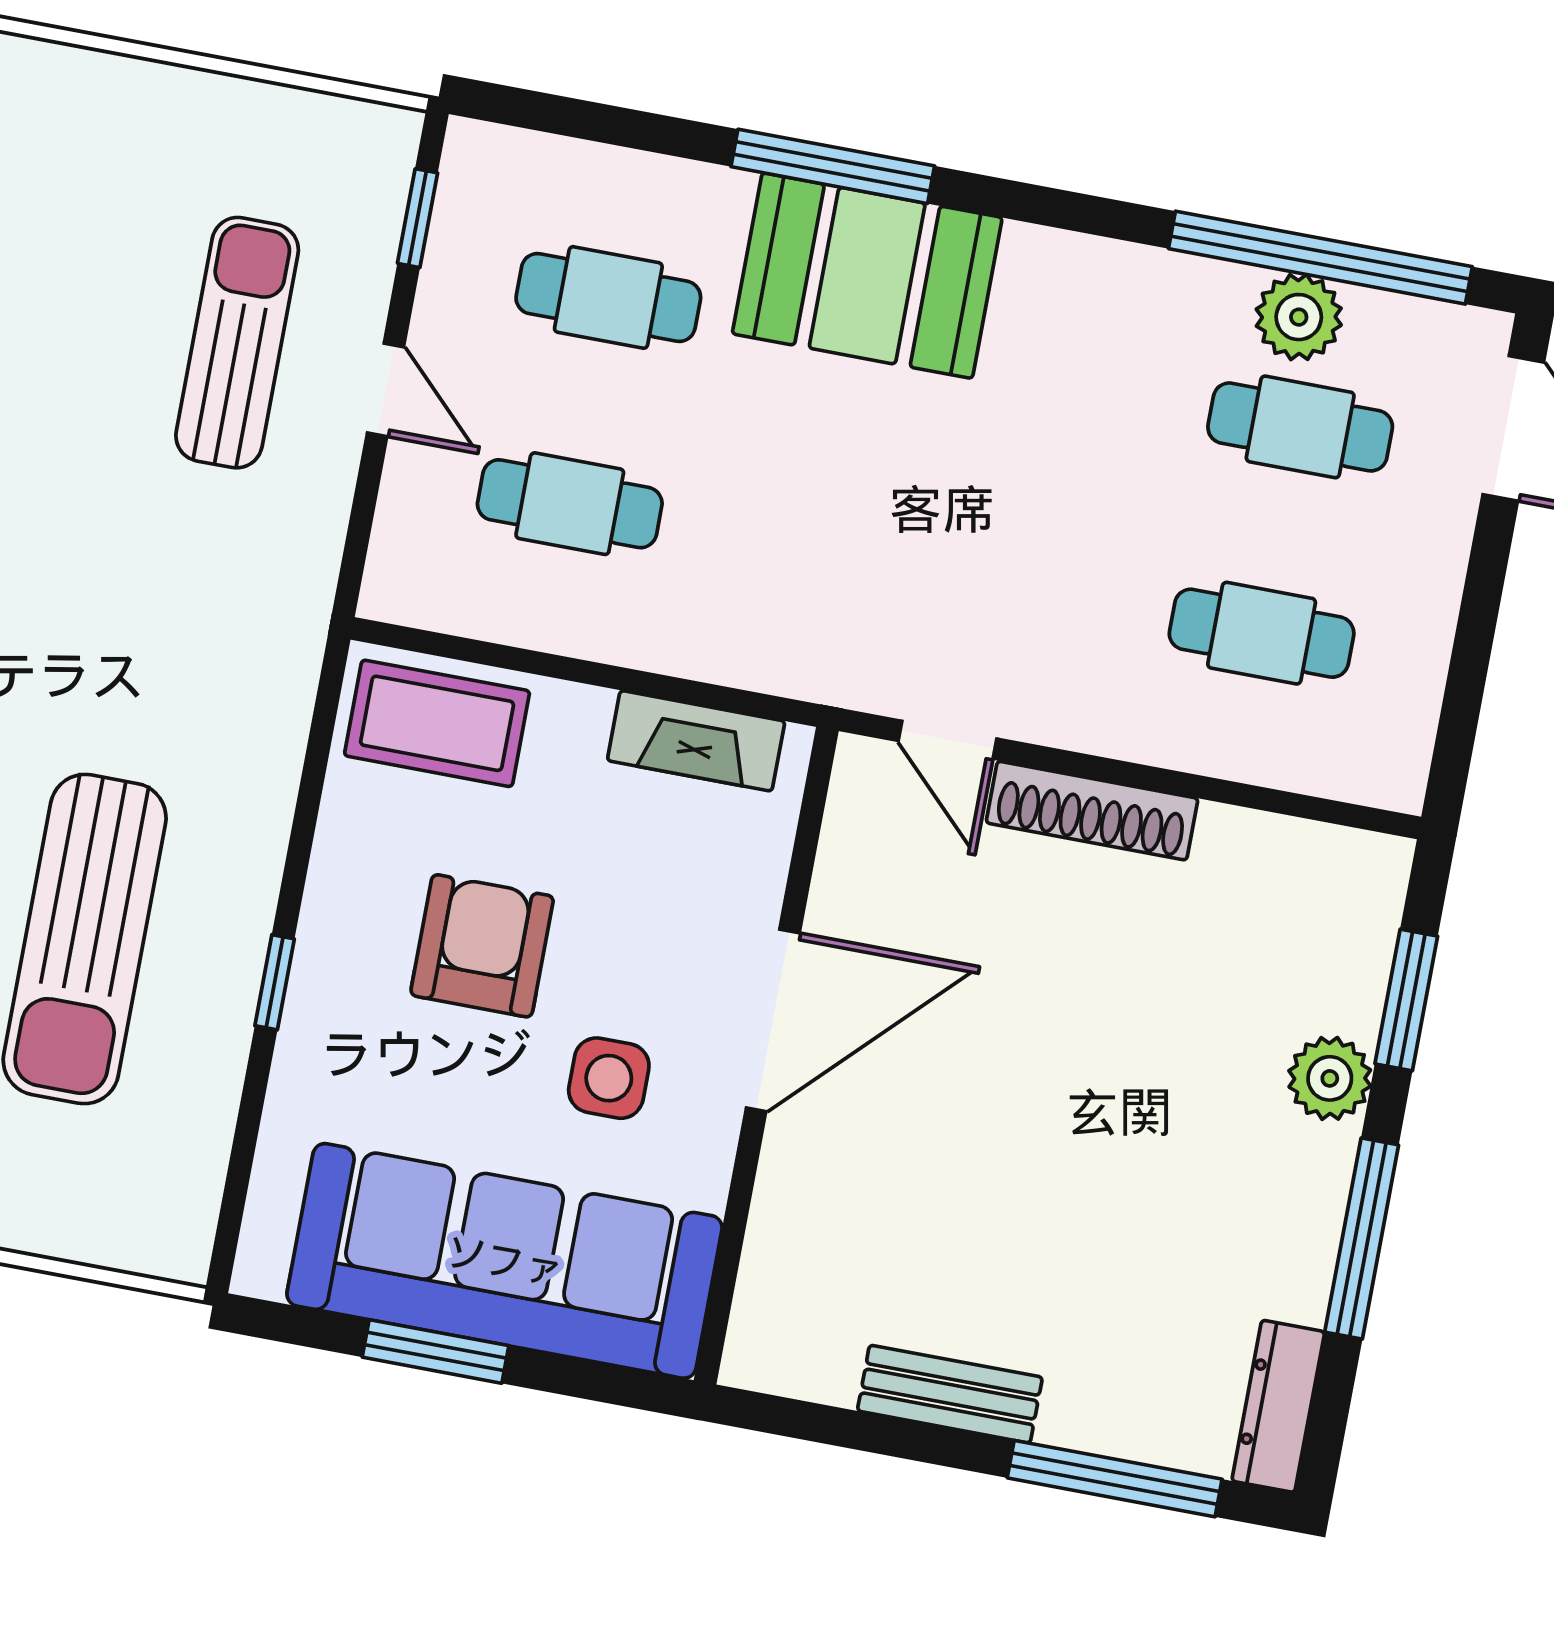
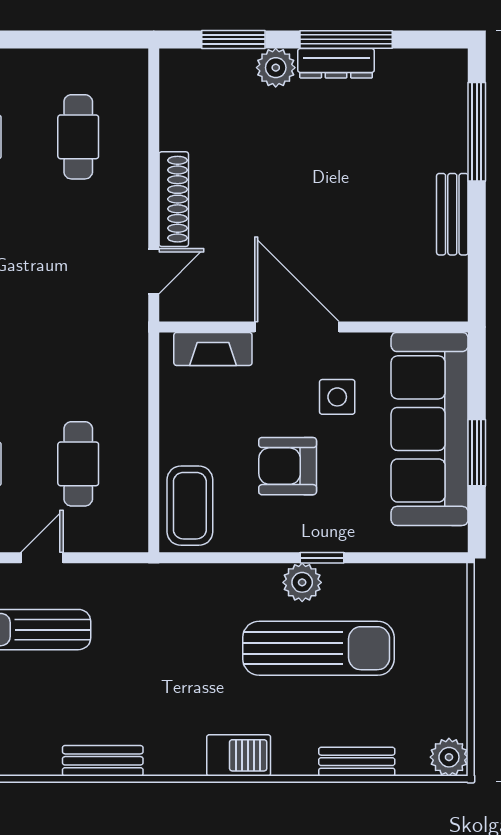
fireplace: (696, 741) -> (213, 349), moved, turned 90
plant: (230, 930) -> (302, 582), added
dresser: (1278, 1406) -> (336, 63), moved

